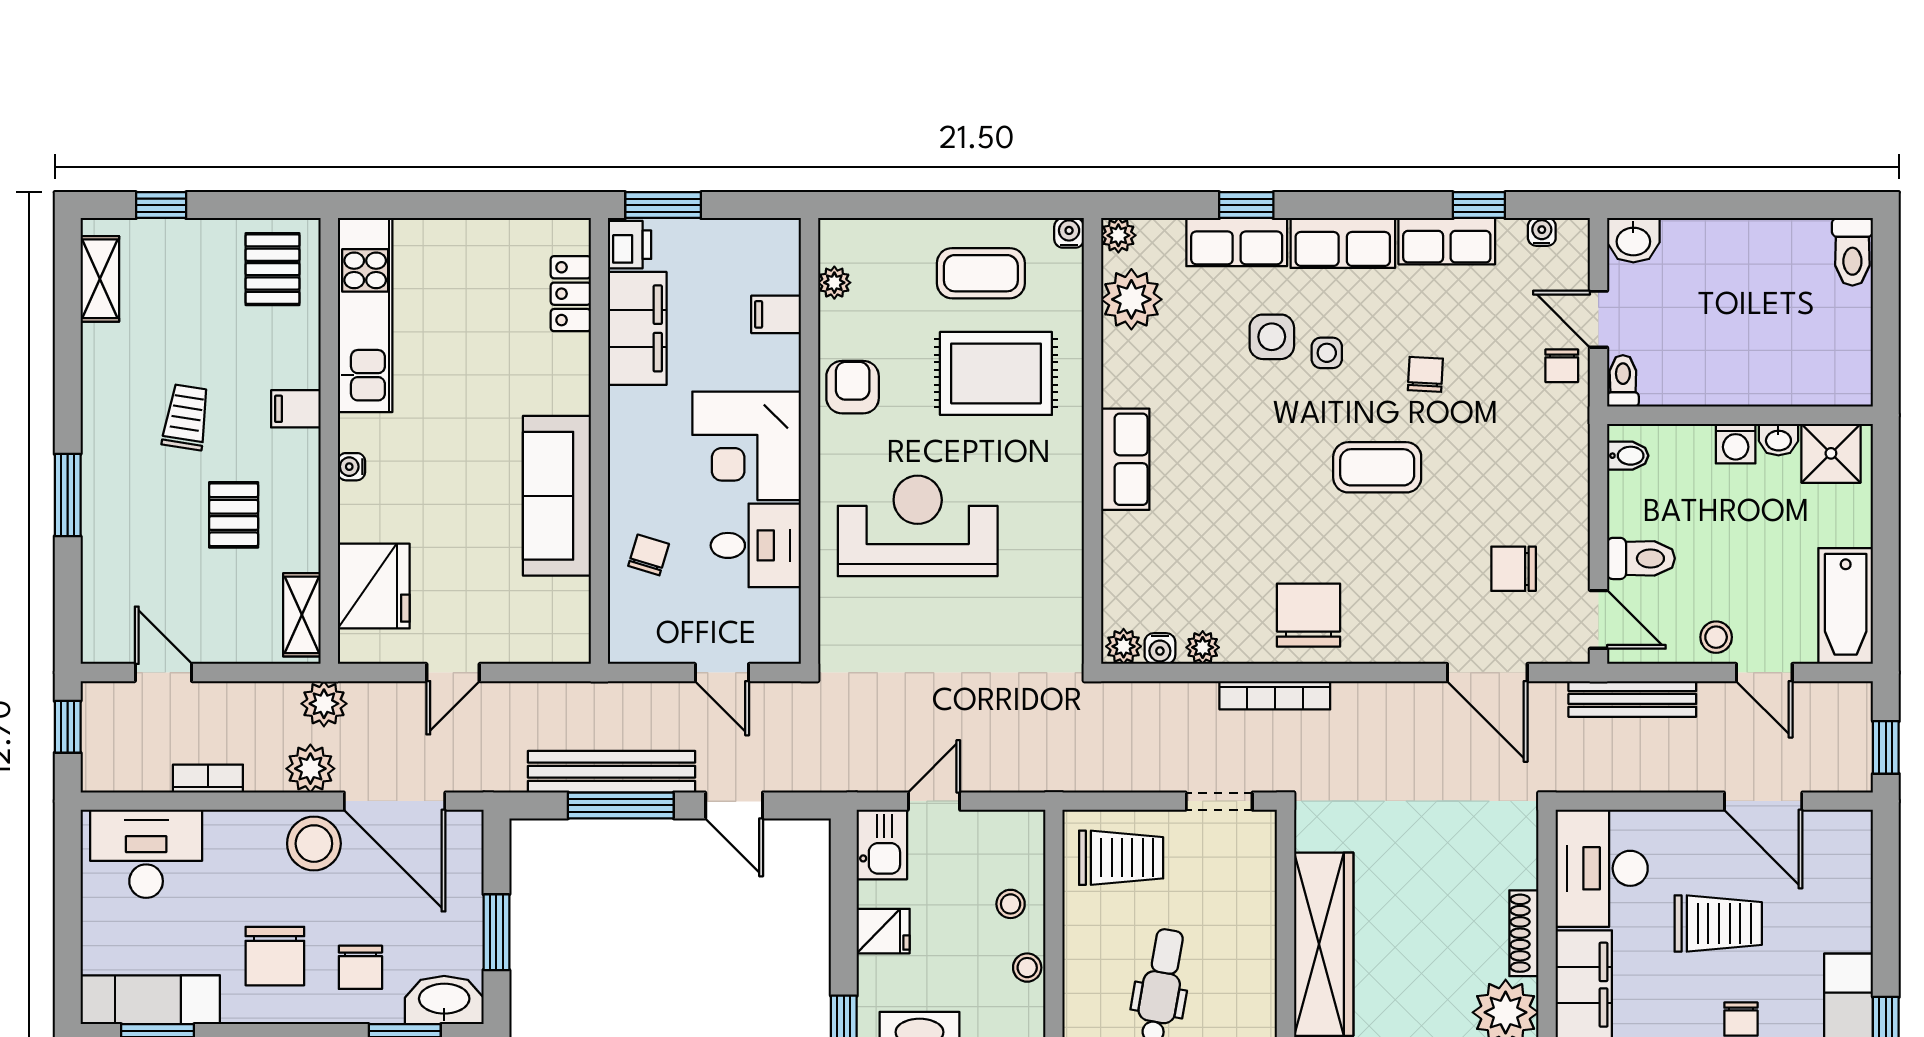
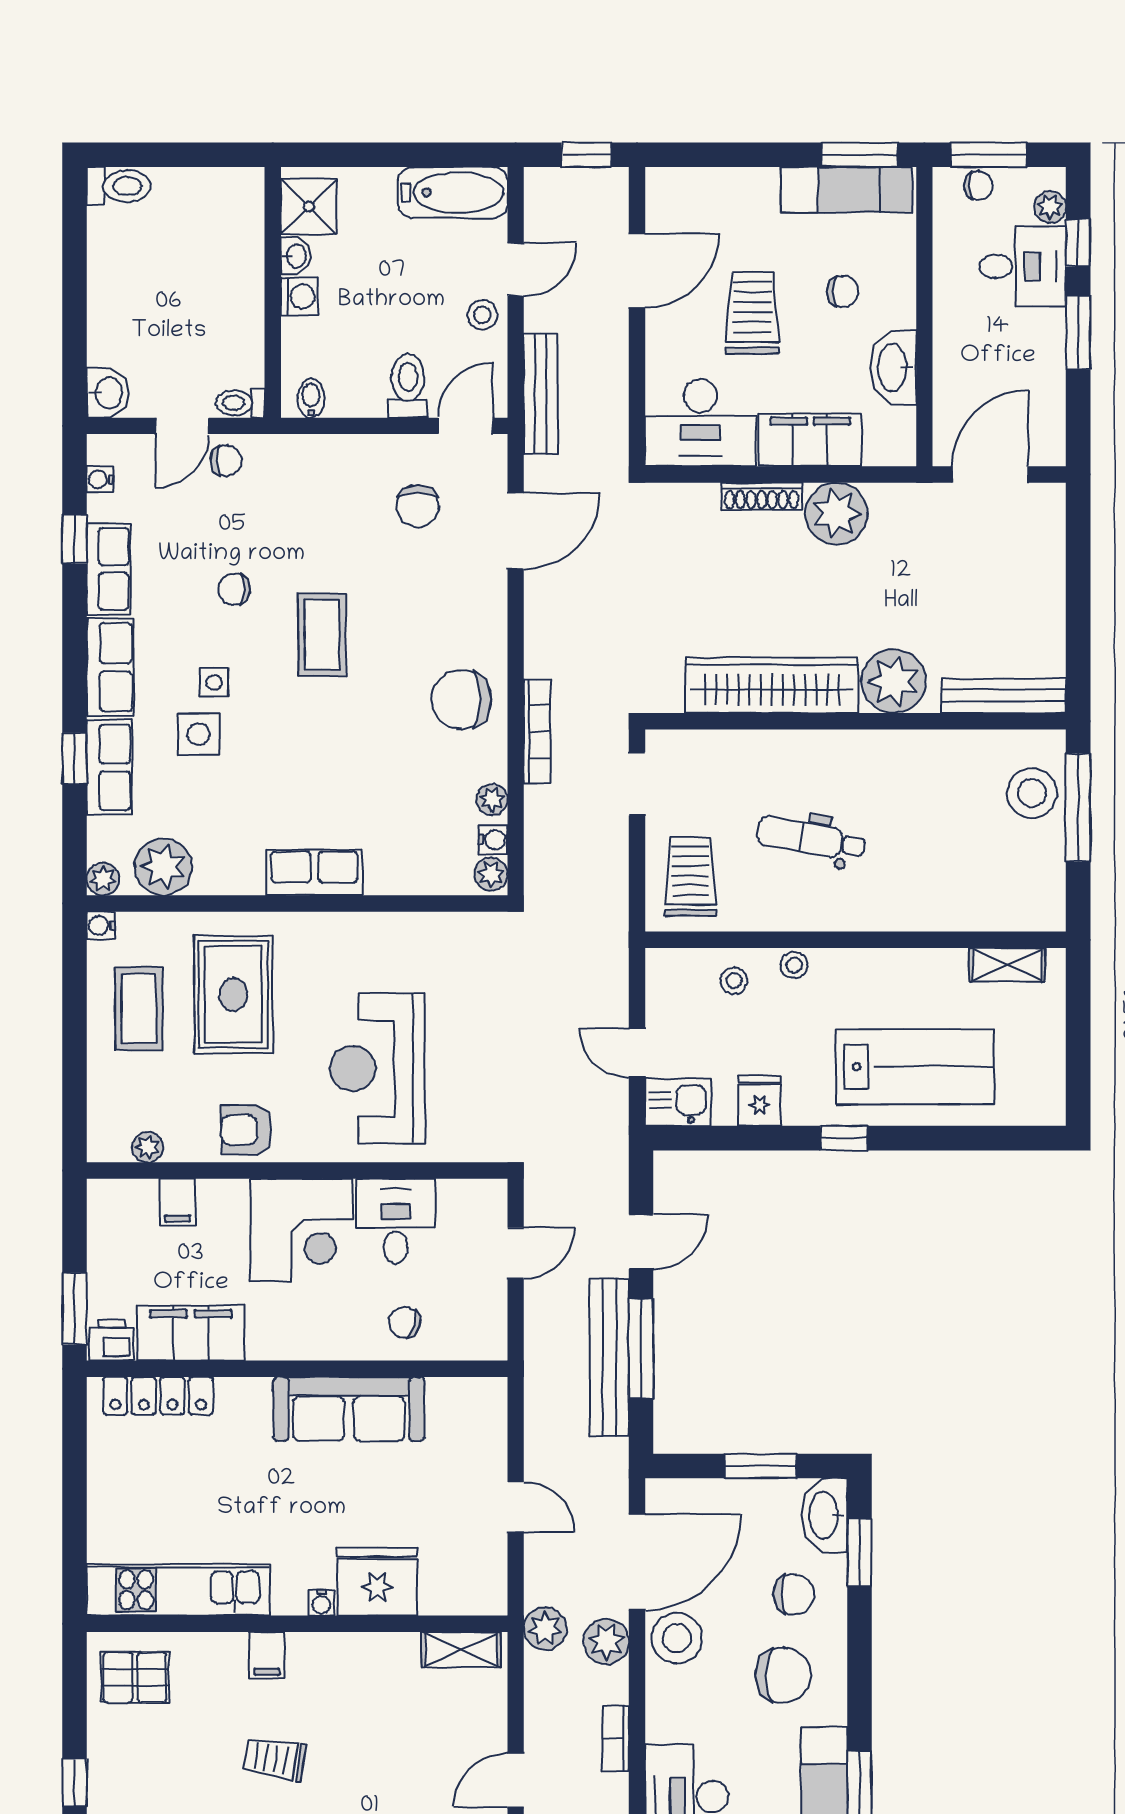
locker: (571, 294) -> (158, 1396), width x1.53
pallet: (234, 515) -> (367, 1714), removed
fridge: (374, 586) -> (377, 1582), moved

